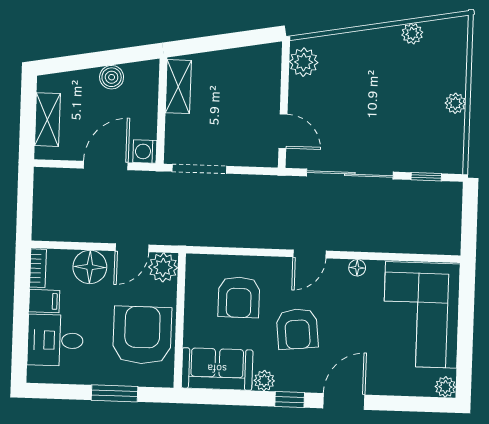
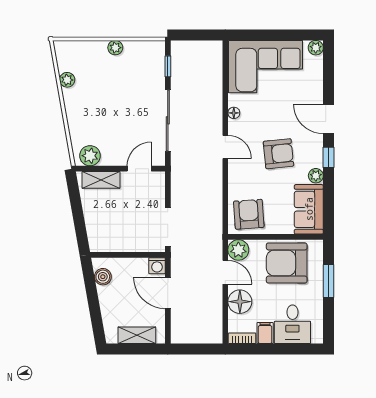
boiler: (112, 77) -> (103, 277), moved
shelving: (178, 87) -> (101, 180), moved
armchair: (239, 297) -> (249, 214), moved, turned -94

